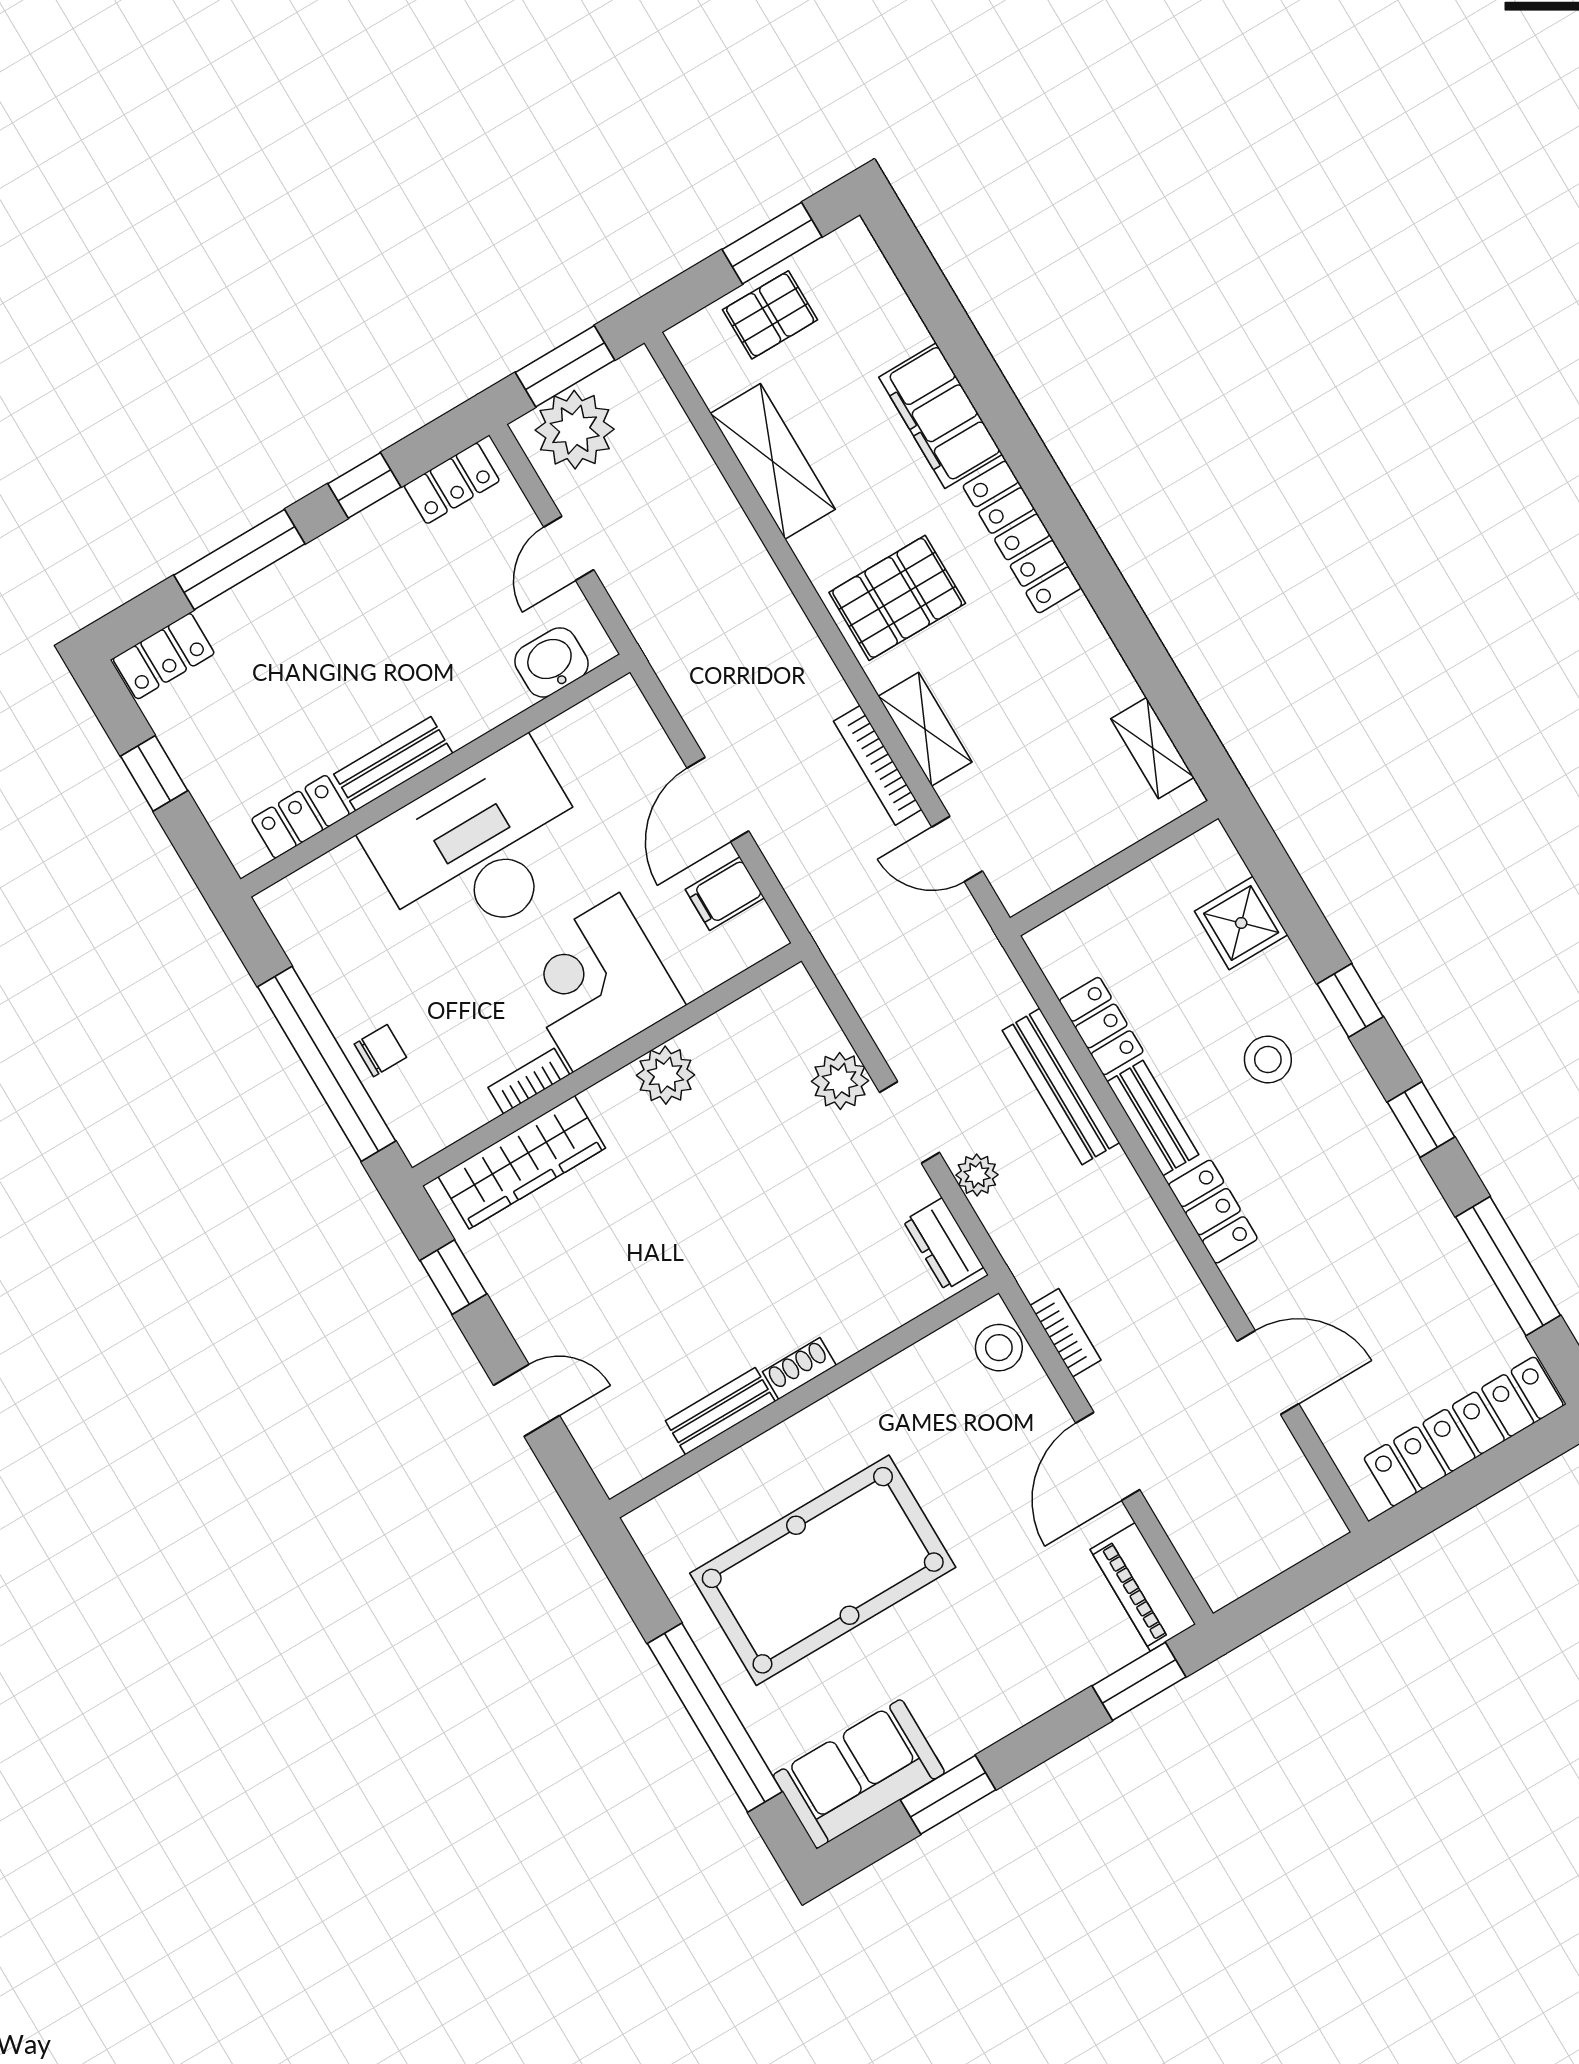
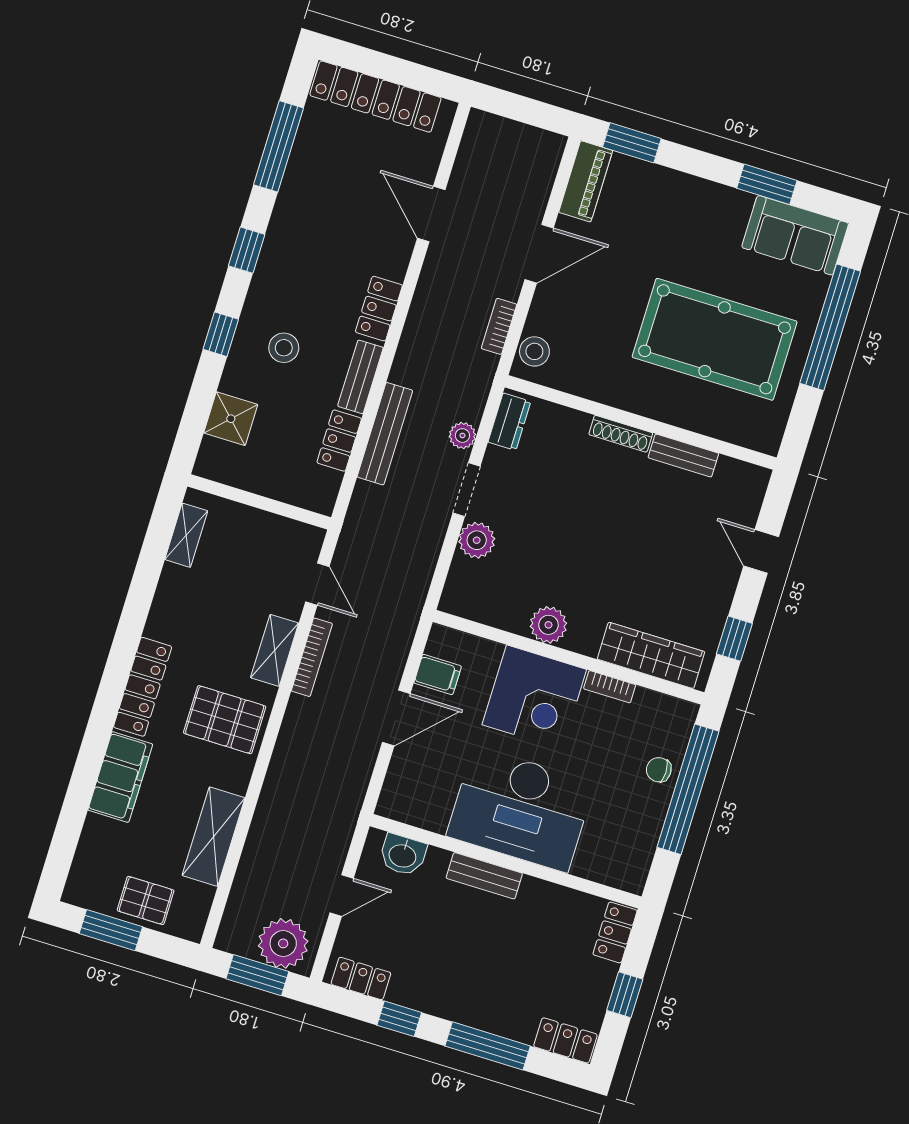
bench: (393, 764) -> (484, 876), moved
locker: (301, 817) -> (615, 932), moved, turned 90
shoe rack: (799, 1368) -> (621, 434), width x1.43

